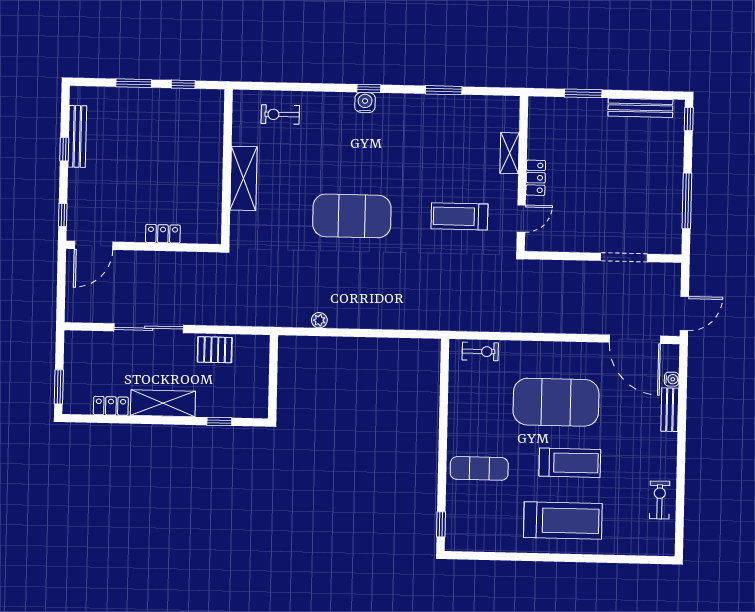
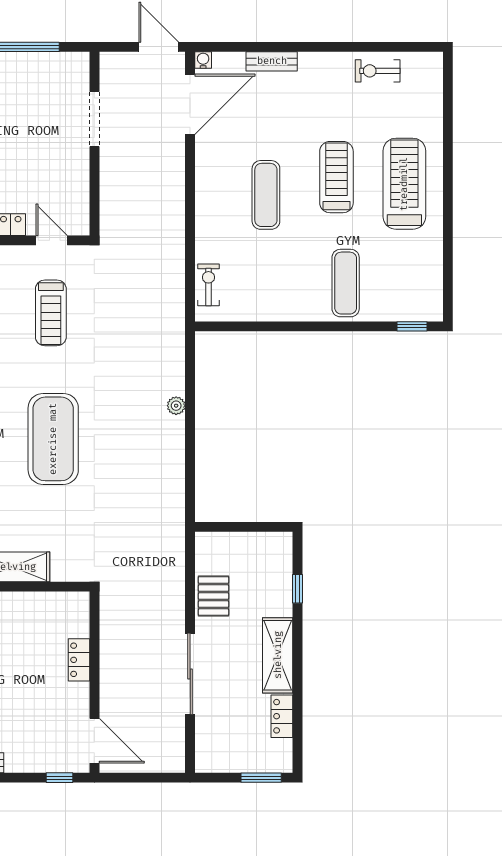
plant: (319, 320) -> (176, 406), moved
water cooler: (672, 379) -> (203, 60), moved
exercise mat: (556, 402) -> (266, 195), width x0.50, depth x0.69

